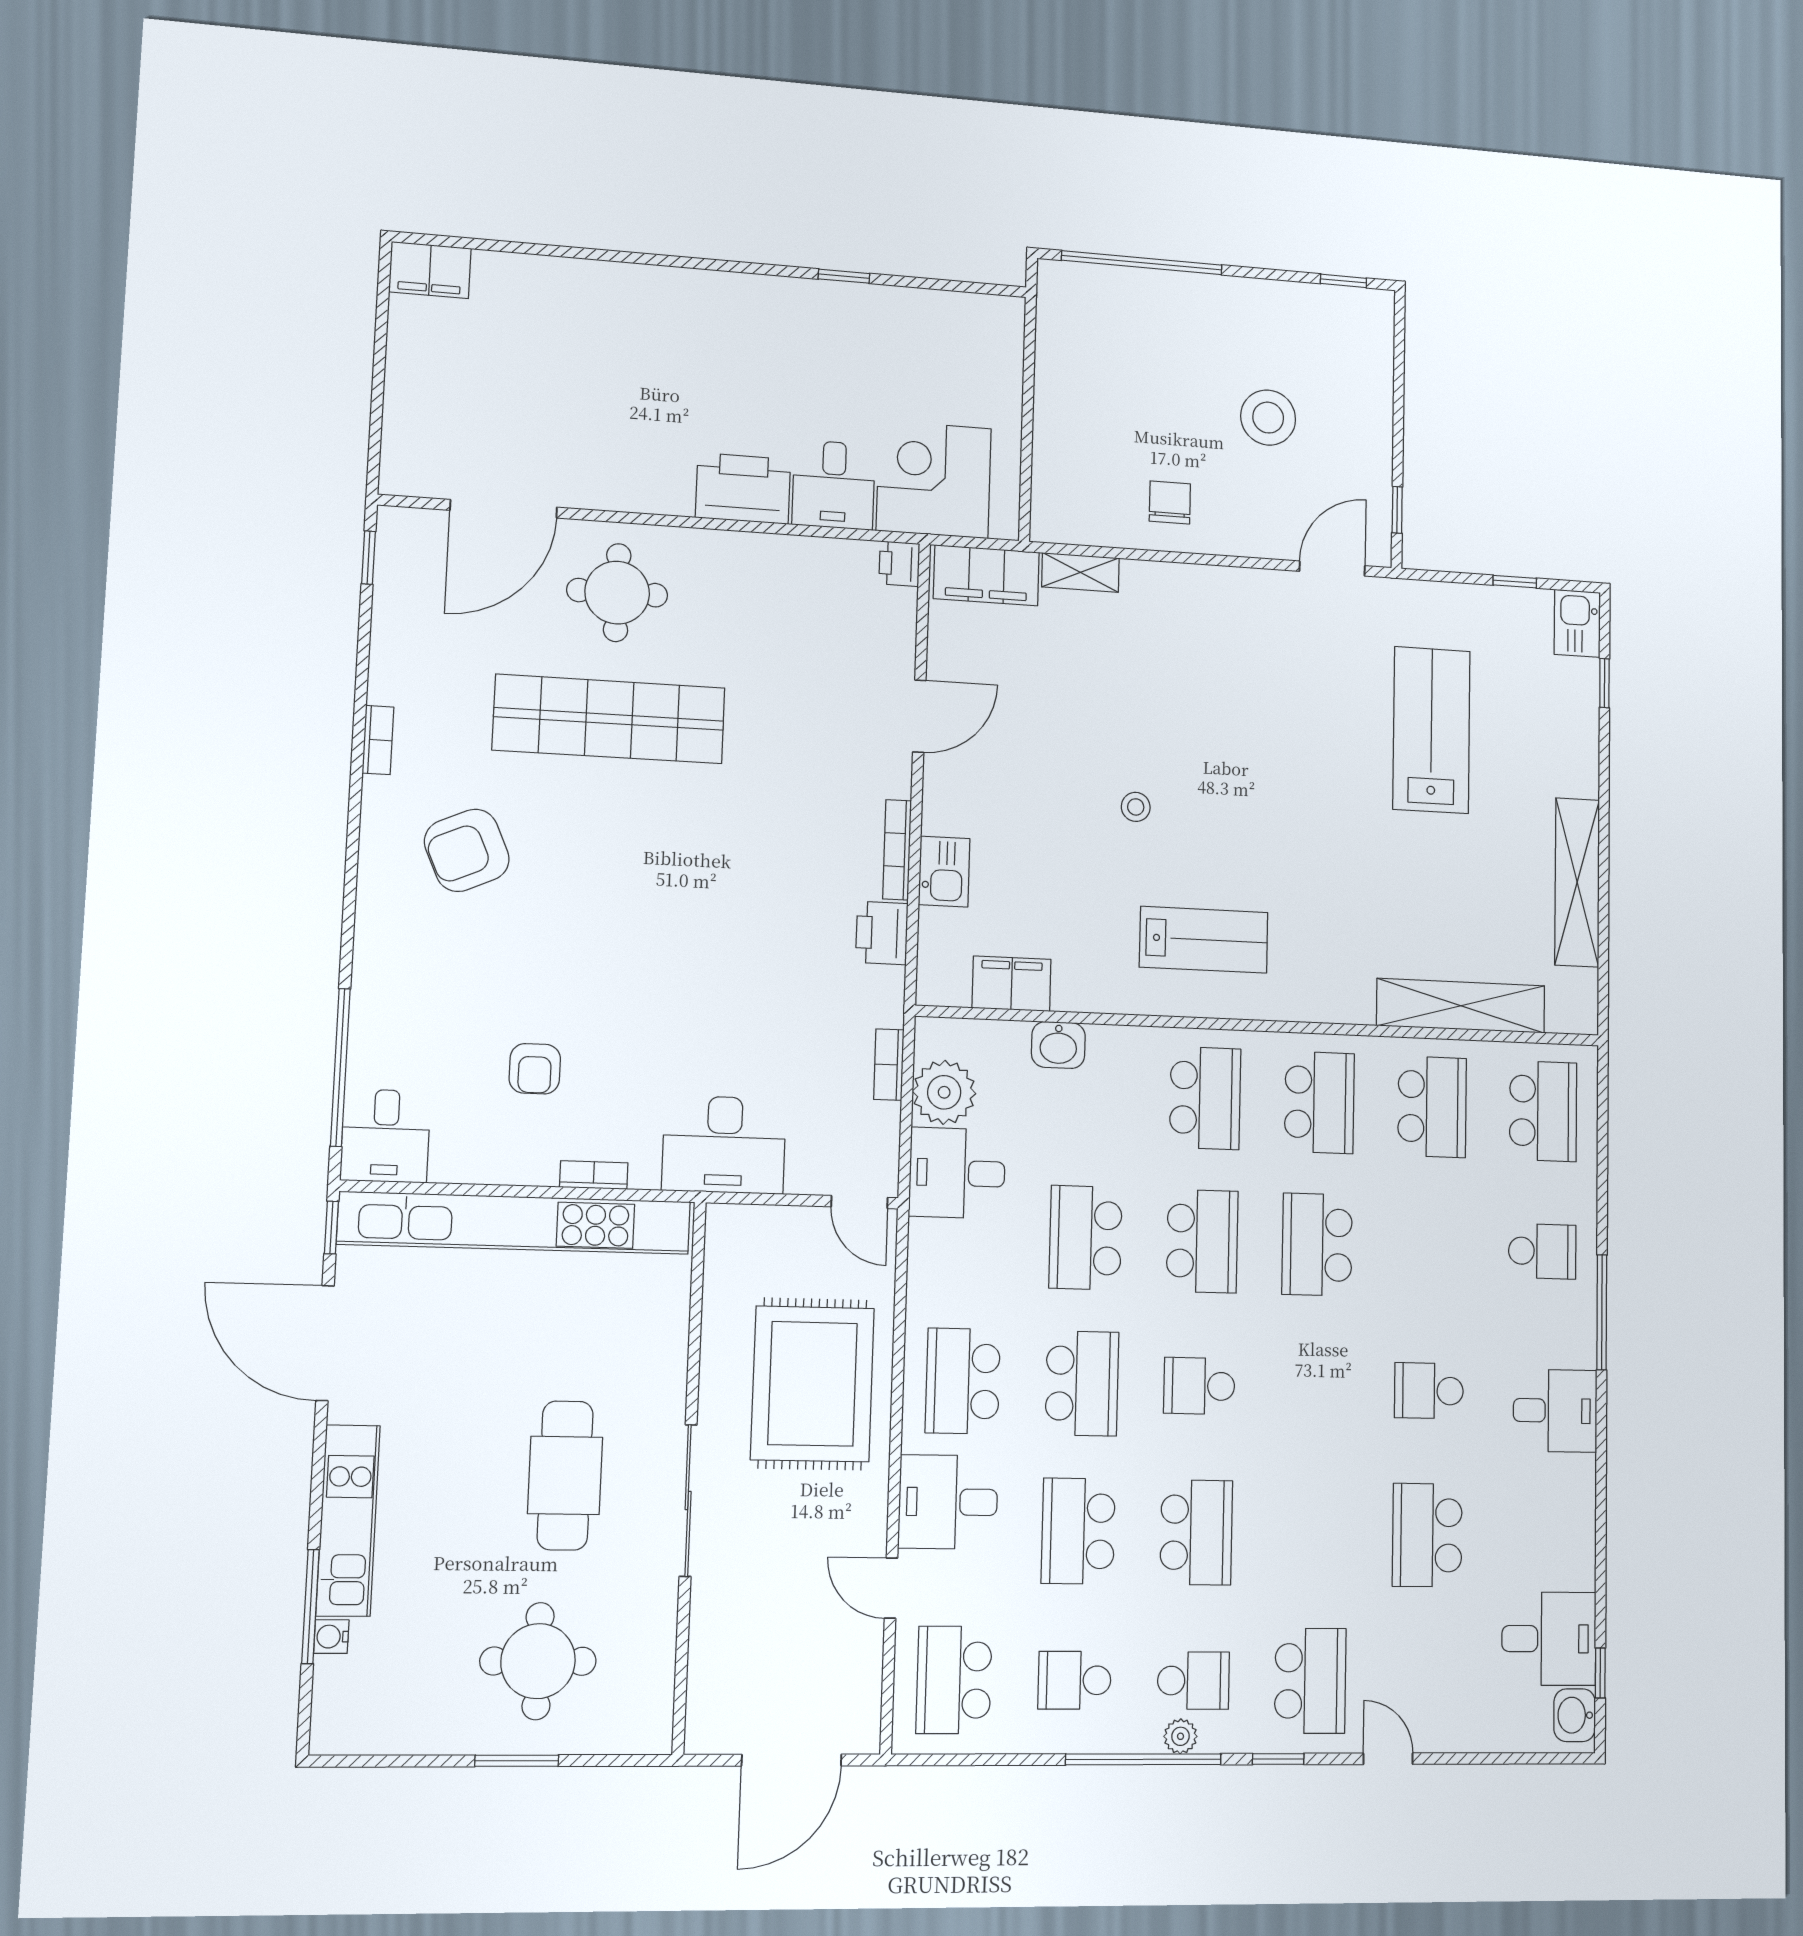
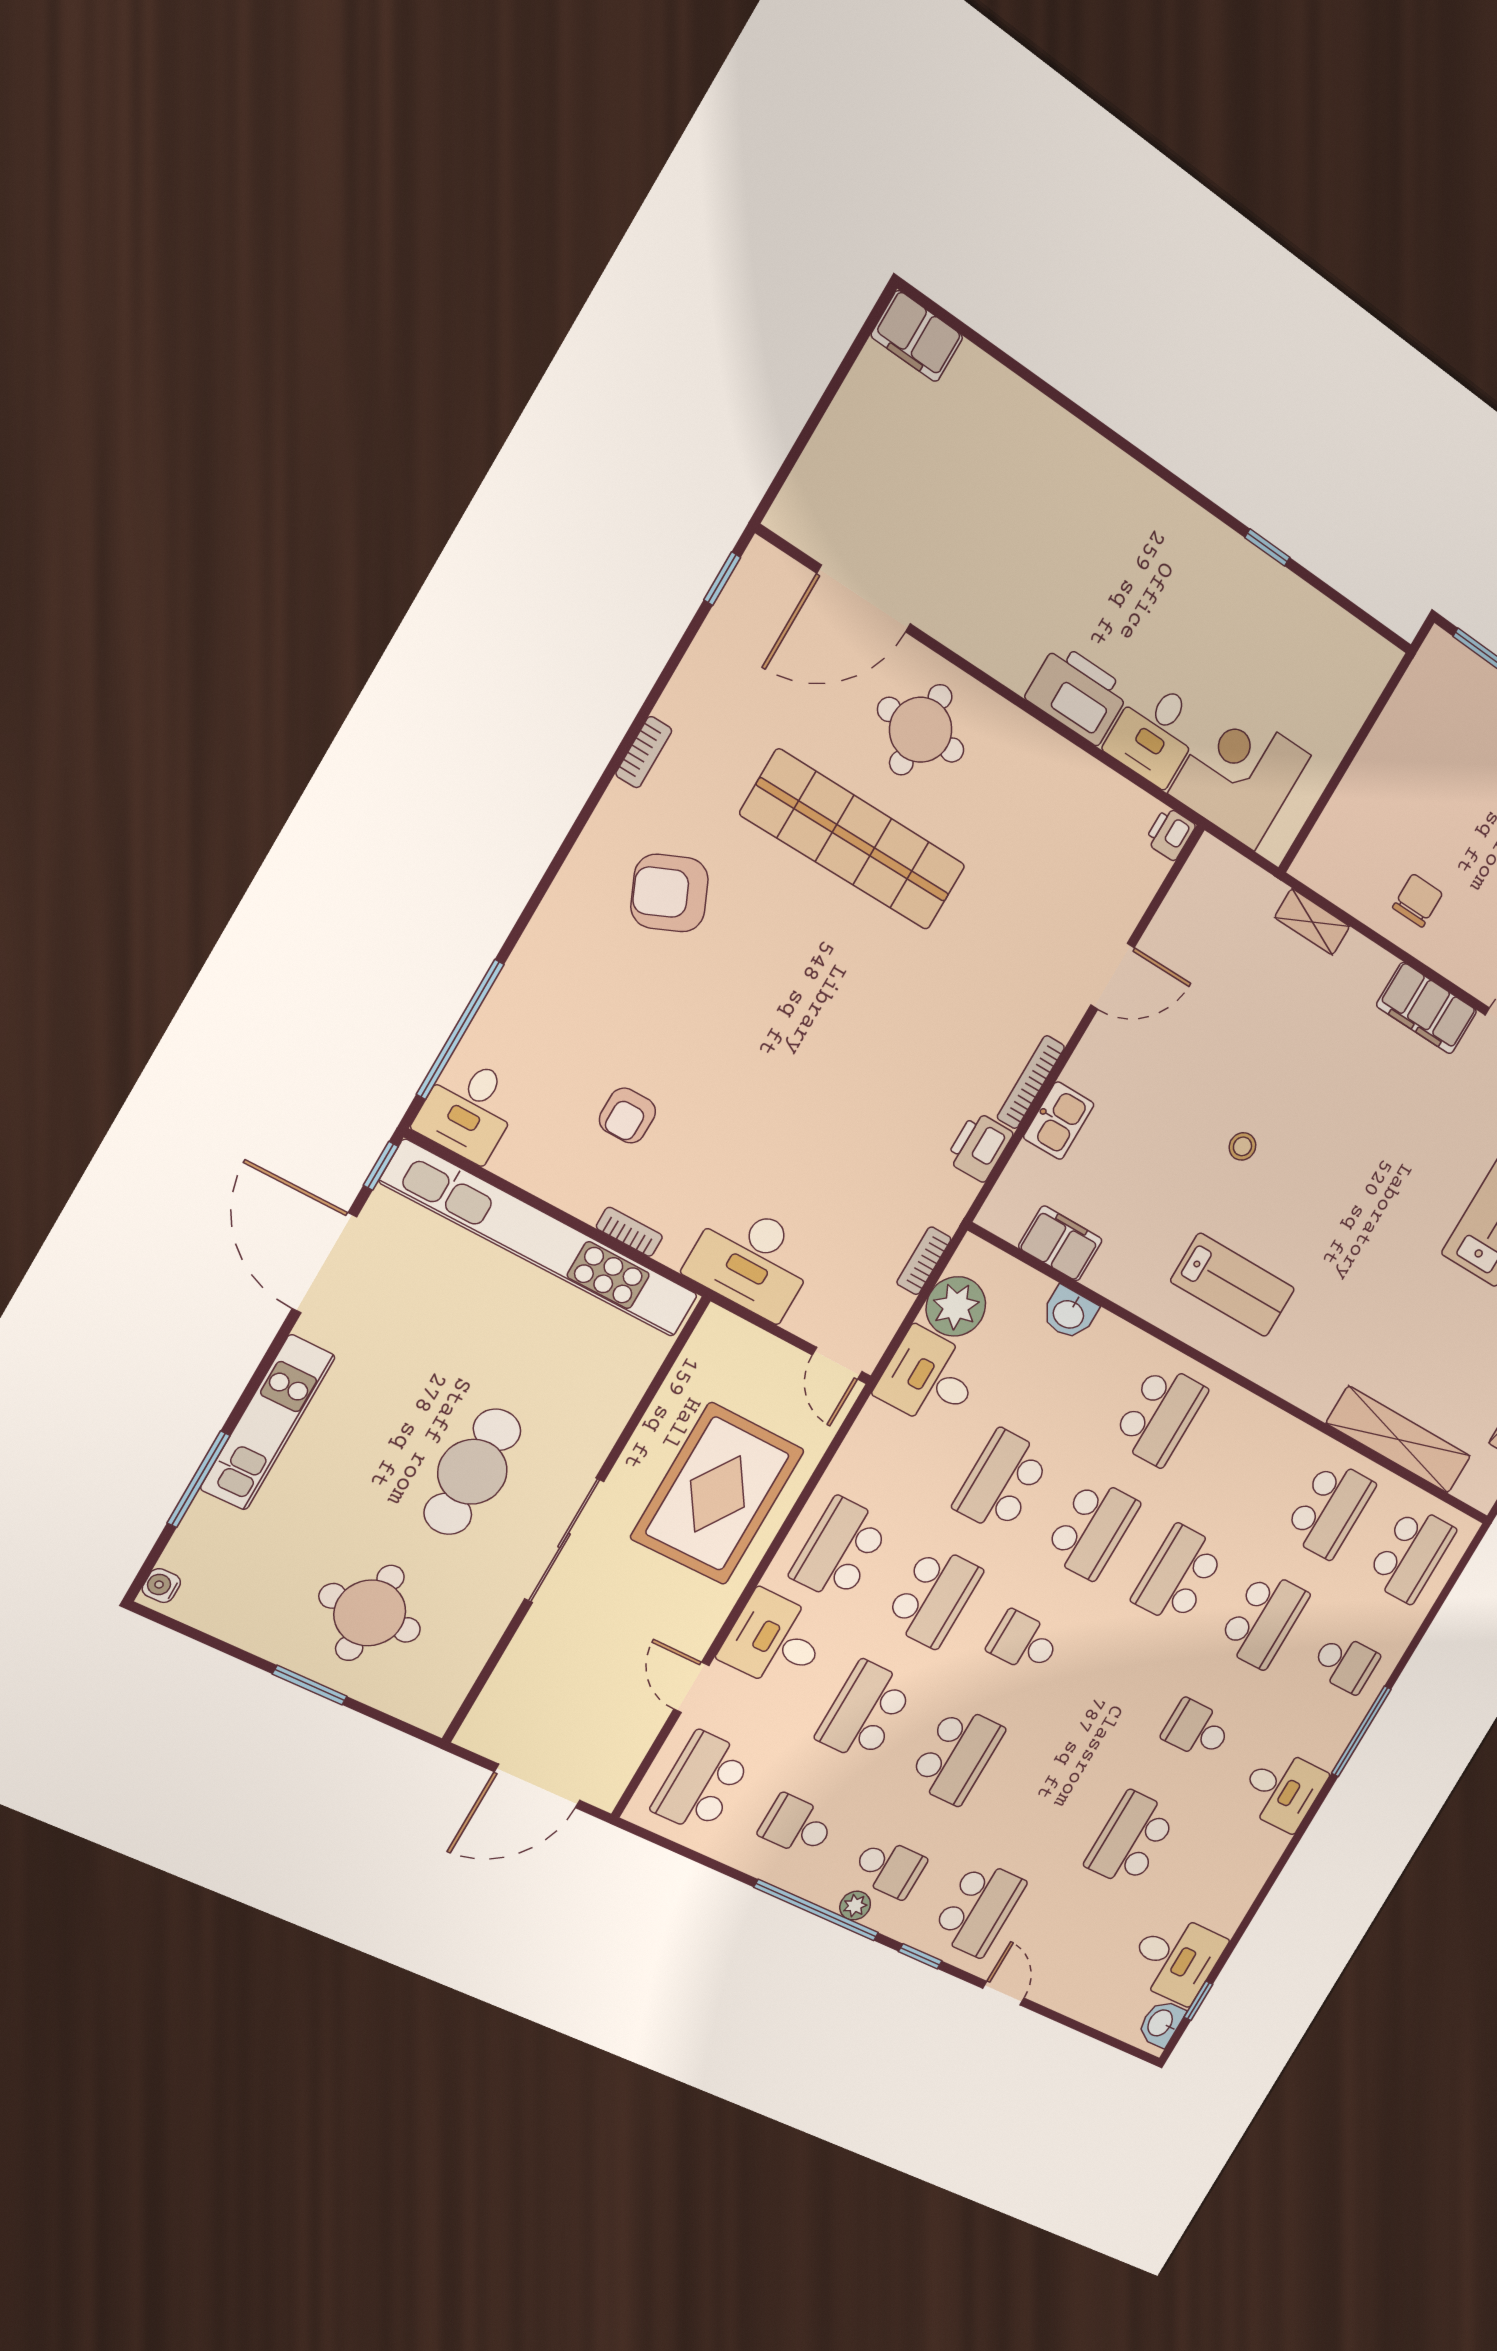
filing cabinet: (986, 575) -> (1427, 1008), moved
school desk: (1319, 1102) -> (1263, 1620), moved
water cooler: (331, 1637) -> (161, 1586), moved

